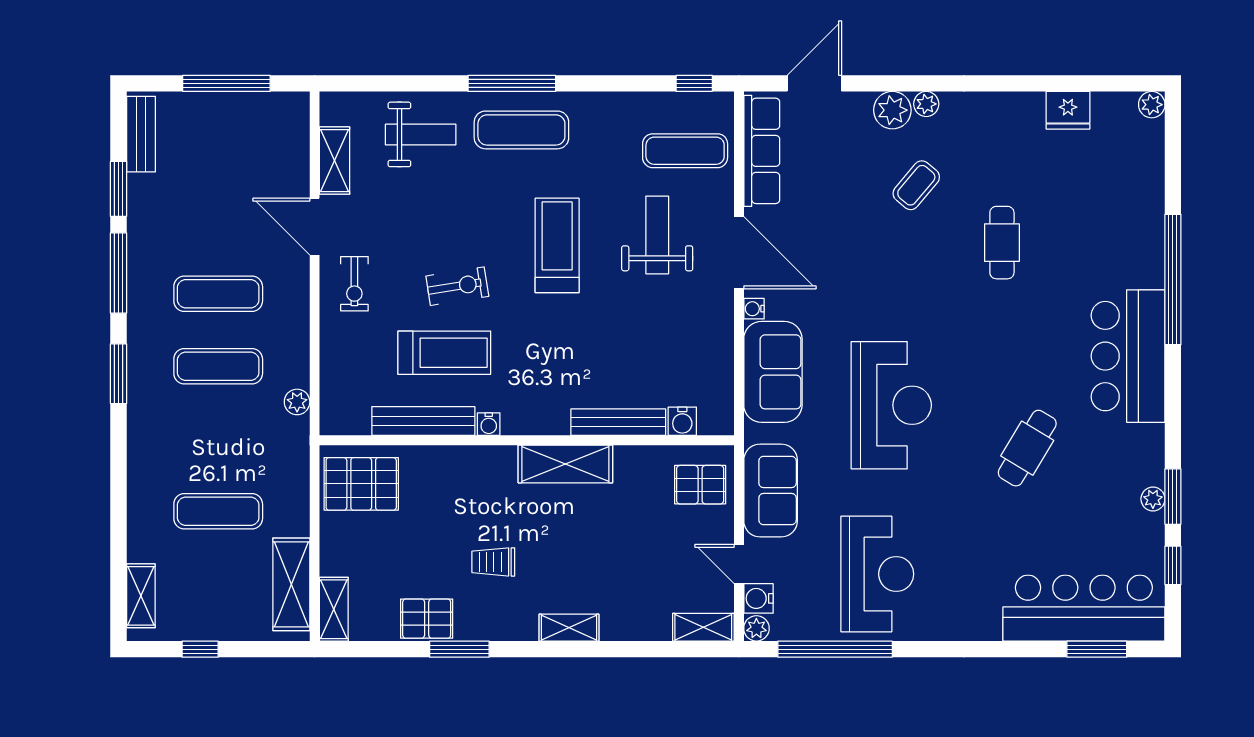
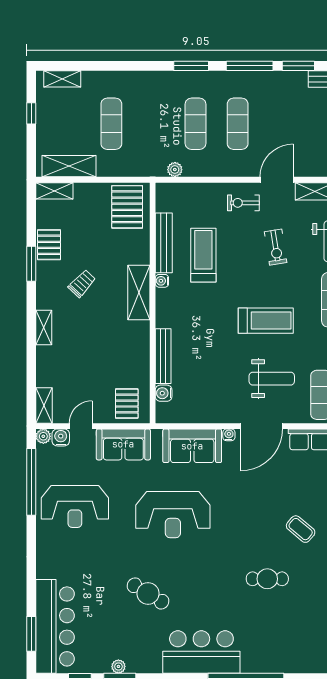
exercise bike: (457, 286) -> (276, 247), moved
treadmill: (444, 353) -> (203, 255), turned 180
shelving: (565, 464) -> (139, 293), moved
trolley: (493, 562) -> (82, 284), turned 43

